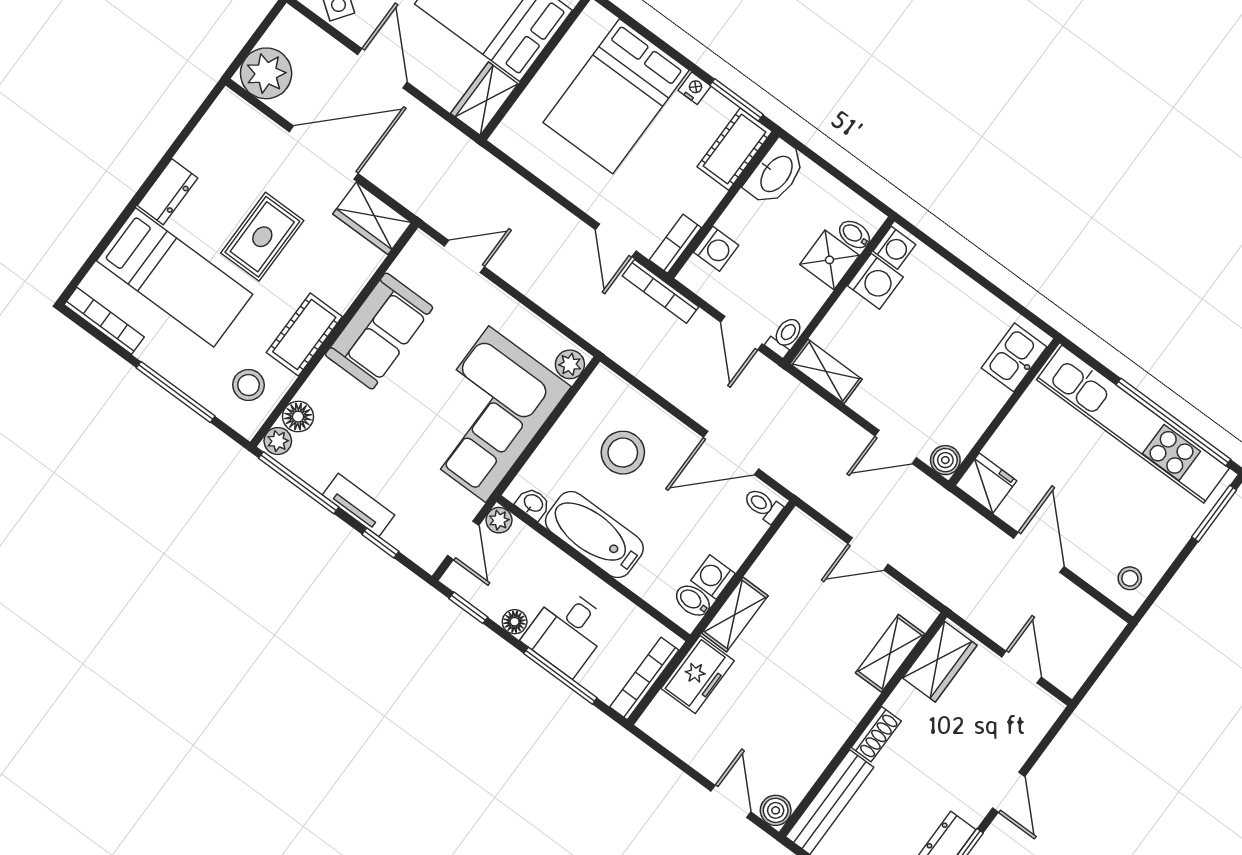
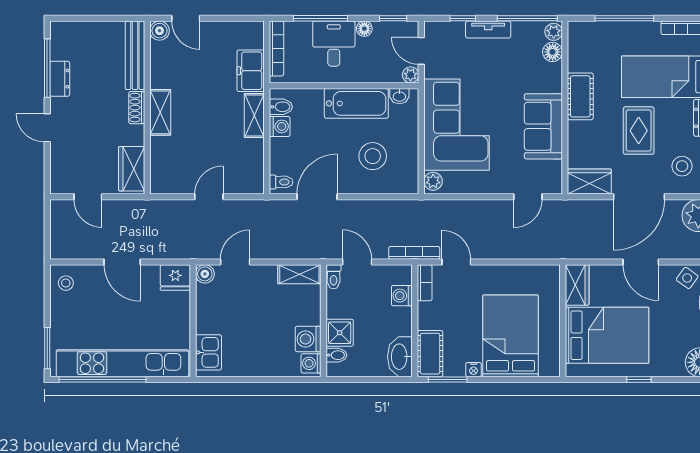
stool: (249, 385) -> (682, 166), moved
shelving: (890, 653) -> (160, 112), moved

